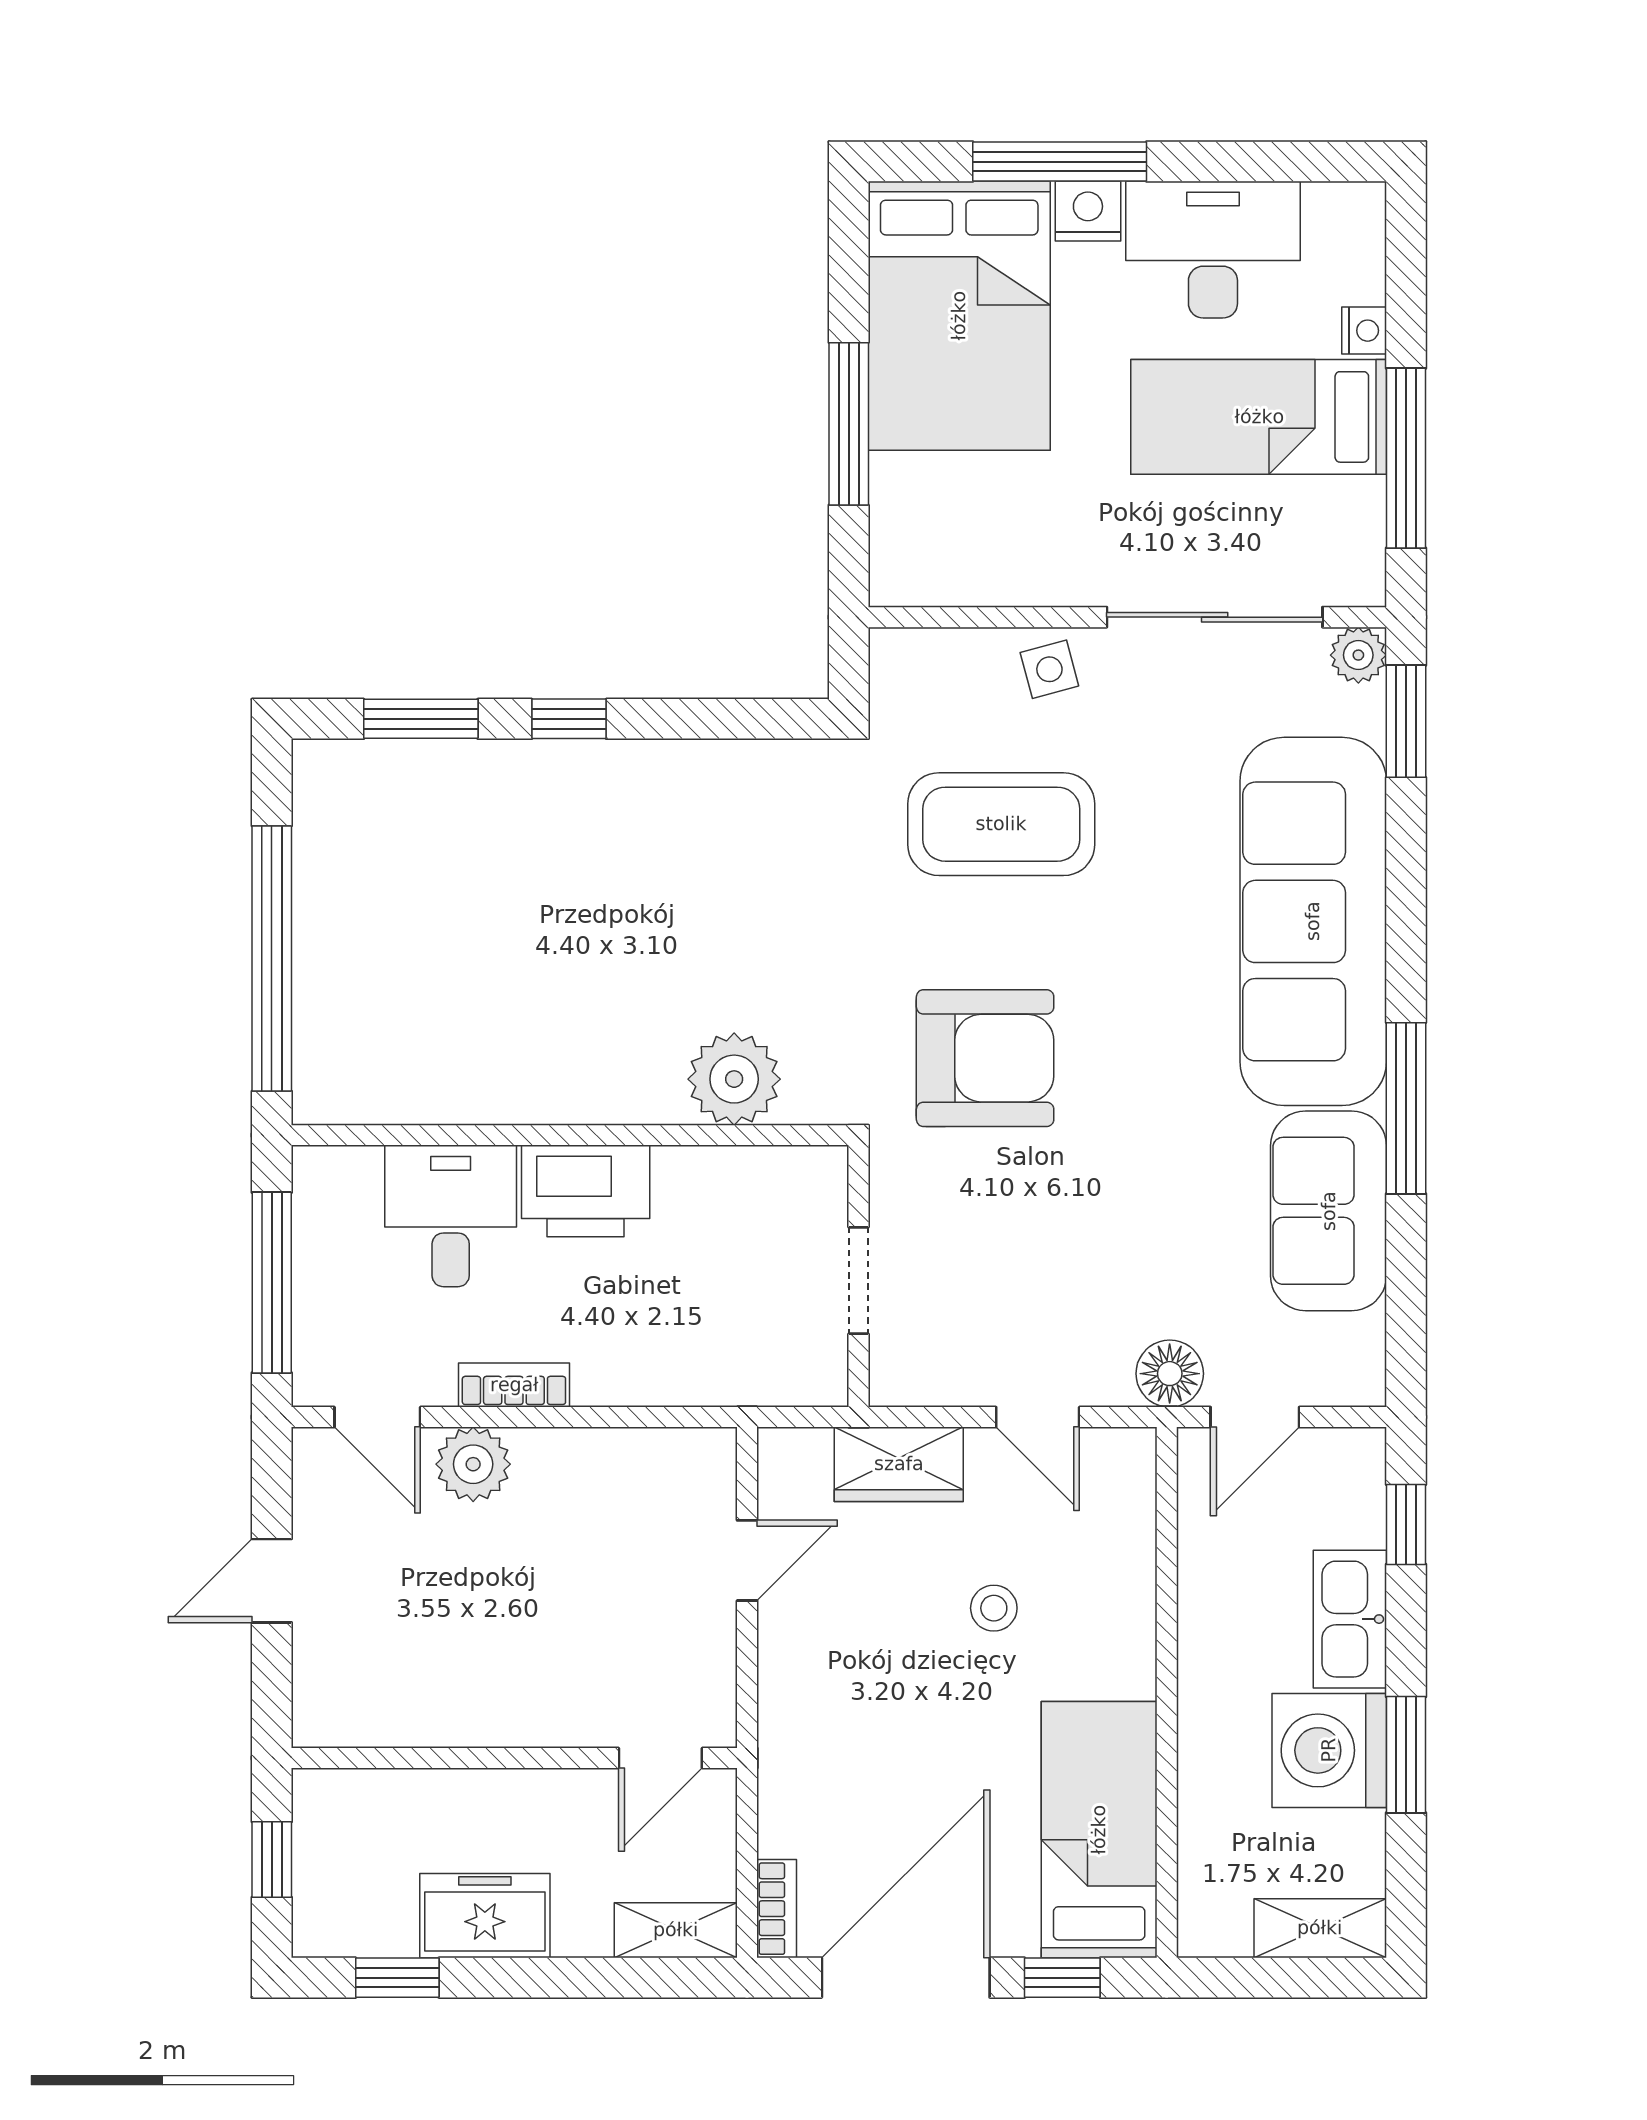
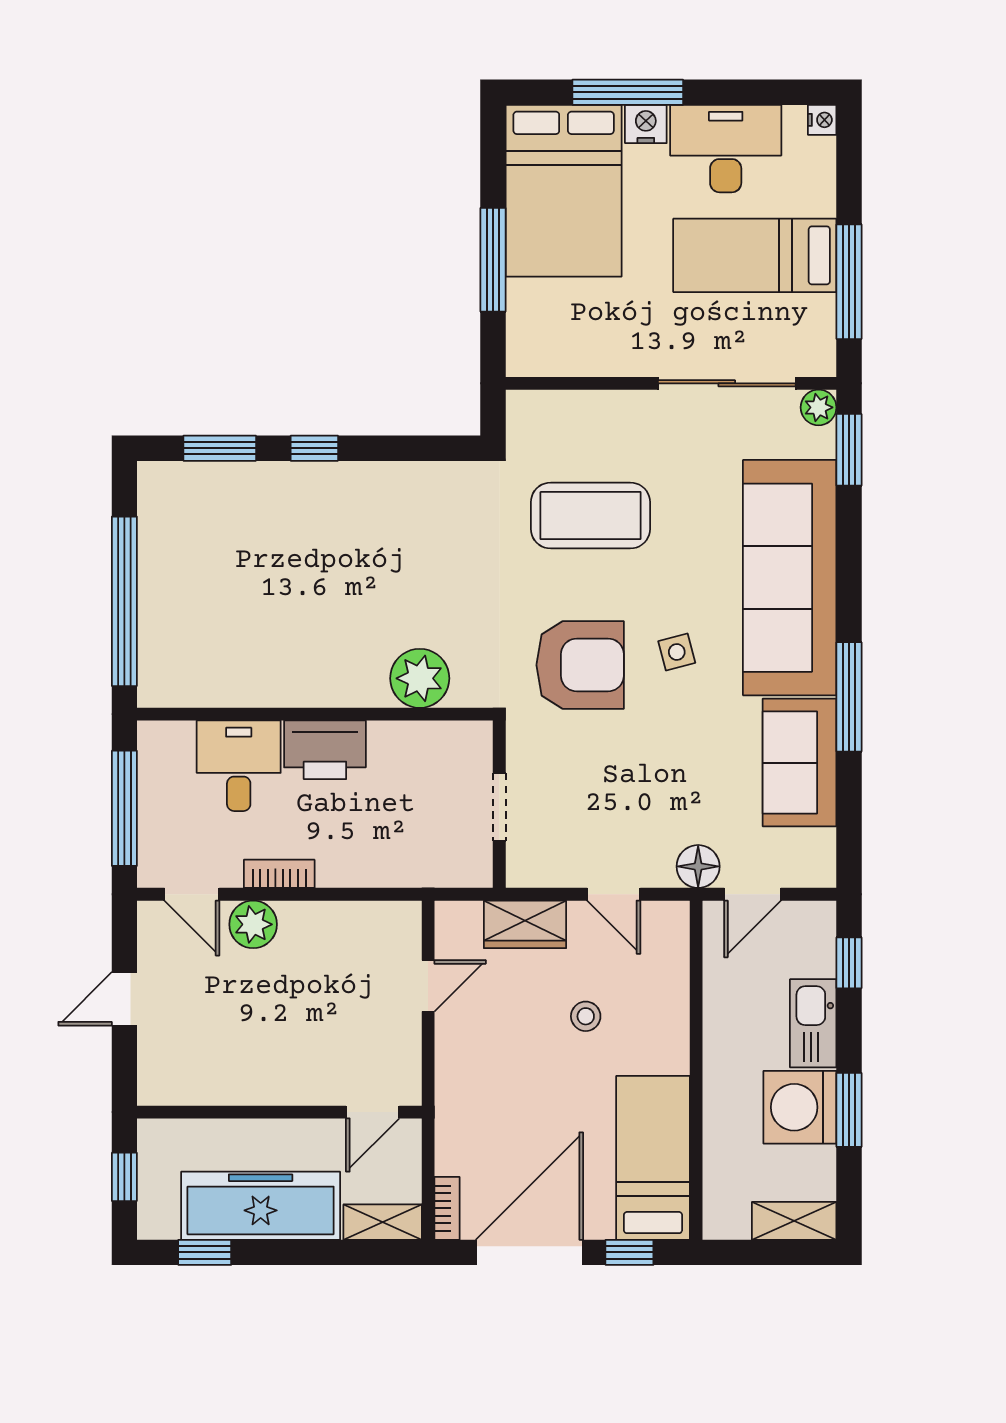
nightstand: (1364, 331) -> (822, 120), moved
side table: (1049, 669) -> (677, 652), moved
freezer: (485, 1916) -> (261, 1206), width x1.91, depth x1.26

